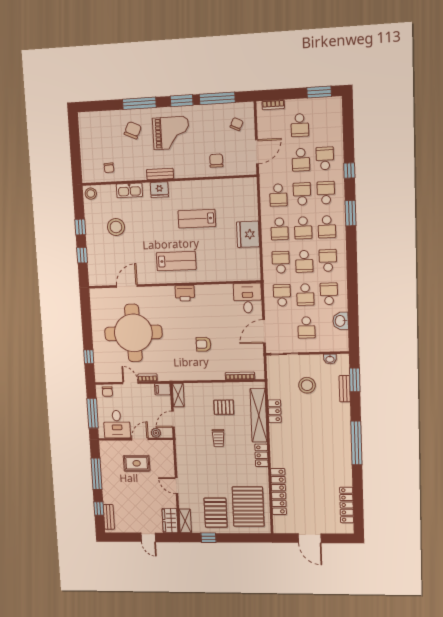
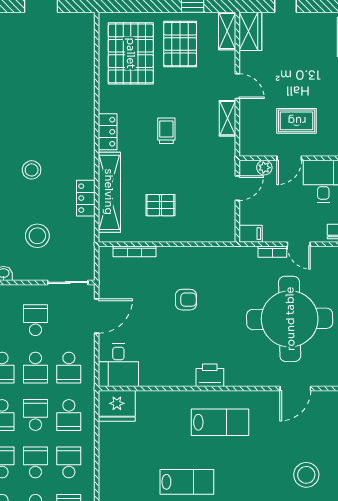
fridge: (248, 234) -> (117, 406), moved, turned 90
lab bench: (176, 261) -> (220, 422), turned 180
school desk: (305, 295) -> (35, 368), turned 180
shelving: (178, 395) -> (227, 118), moved
stool: (312, 430) -> (32, 170), added
trolley: (218, 438) -> (166, 131), moved
locker: (279, 492) -> (85, 76), removed

